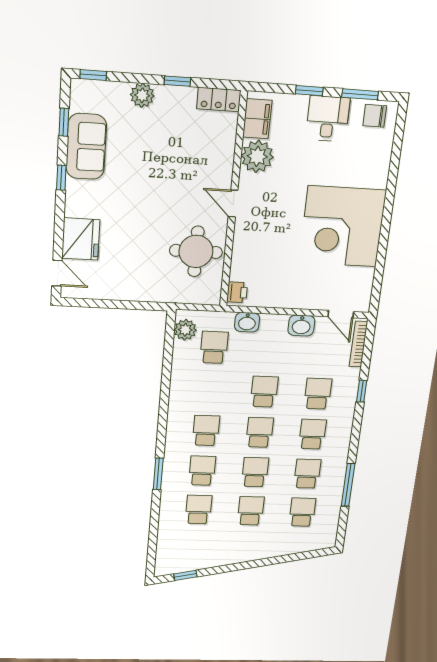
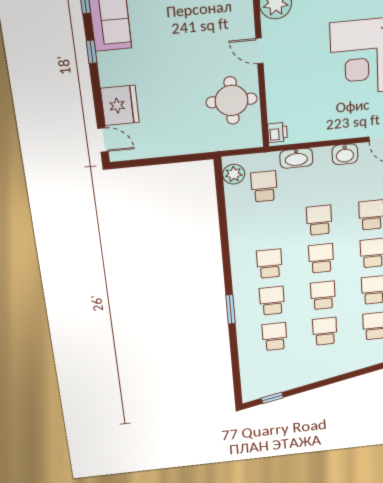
washbasin: (247, 322) -> (296, 158), width x1.38

